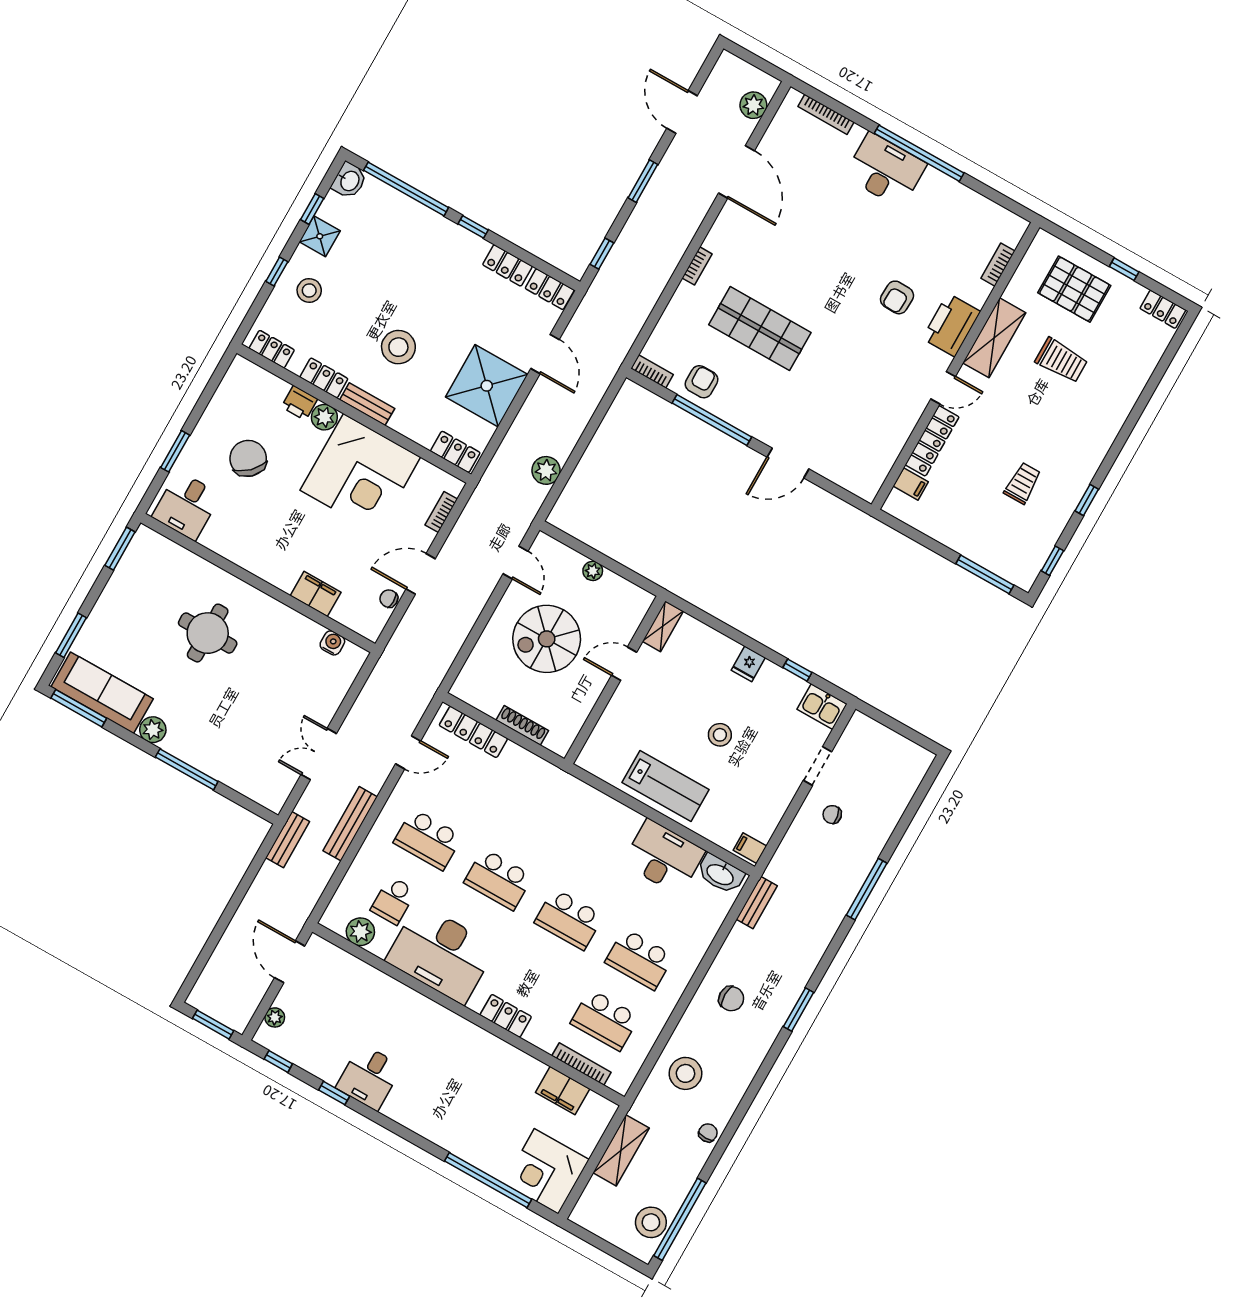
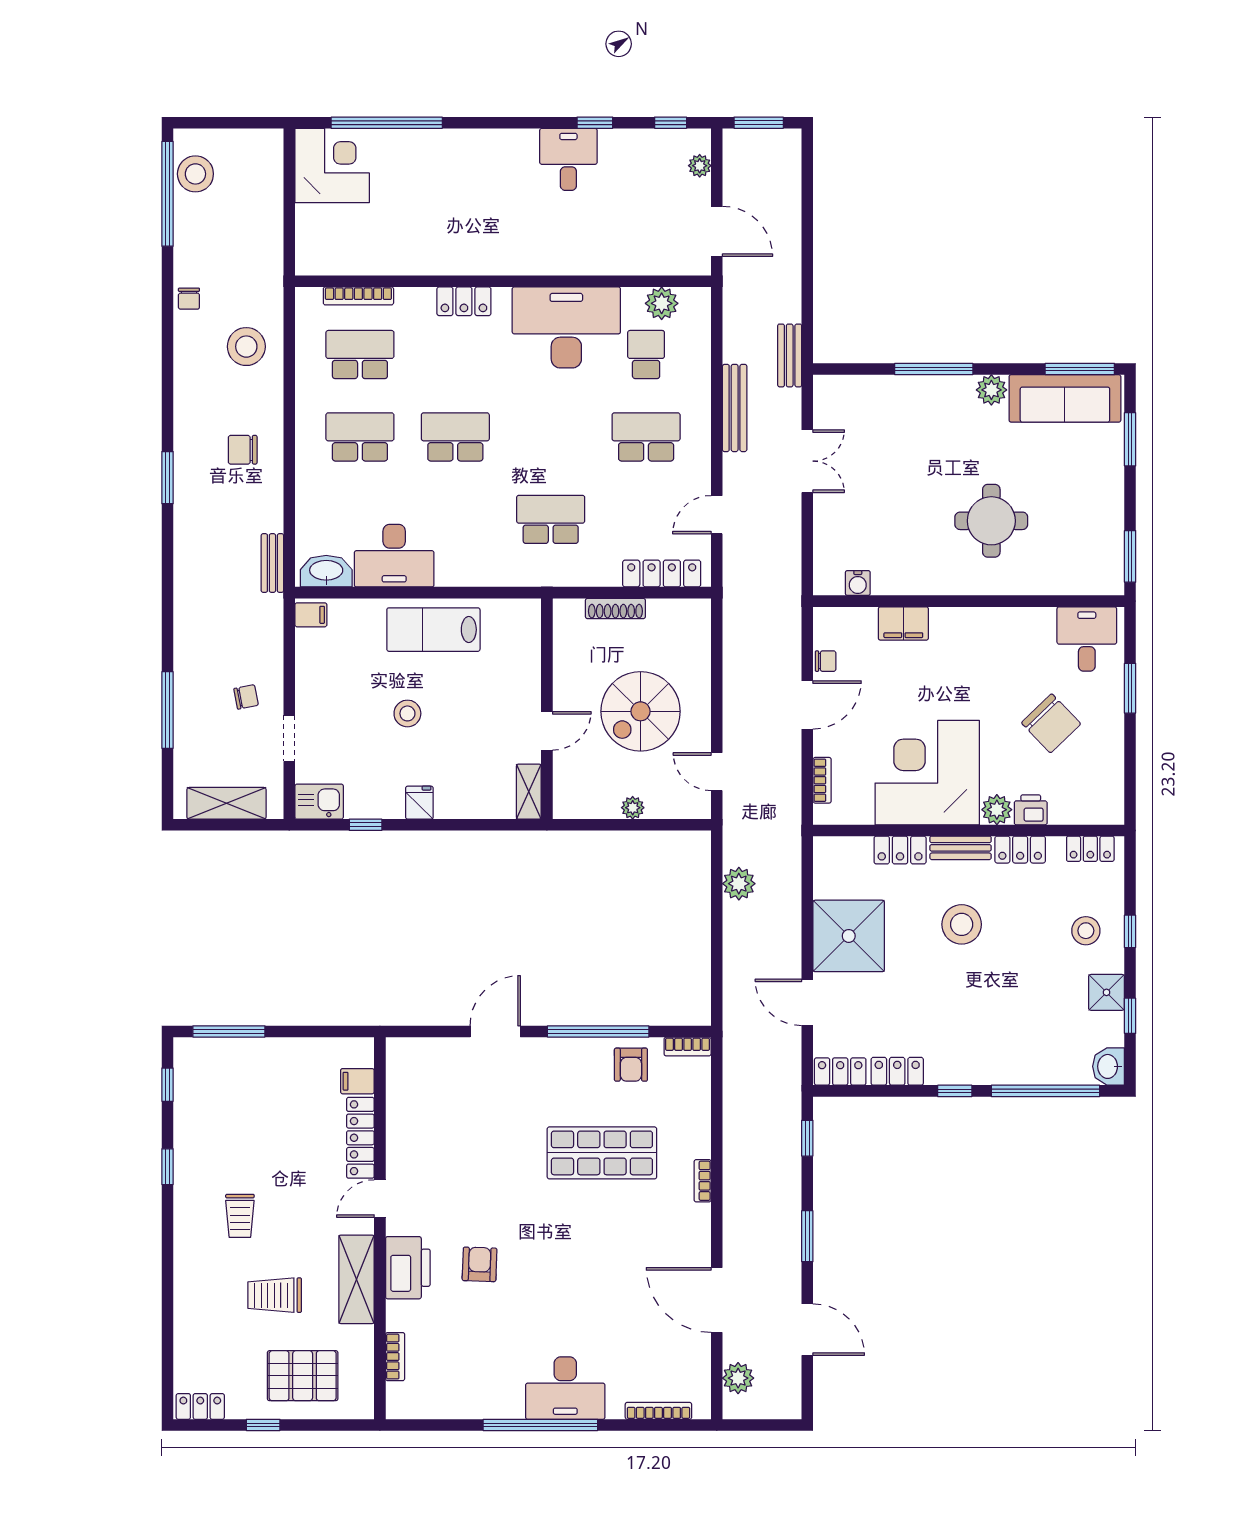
locker: (455, 452) -> (900, 850), moved
trolley: (1023, 483) -> (240, 1216), moved
spiral stairs: (547, 639) -> (641, 711), turned 180
school desk: (498, 879) -> (551, 519), moved
window: (867, 889) -> (168, 710), moved
filing cabinet: (563, 1091) -> (362, 258), removed
shelving: (621, 1150) -> (227, 803), moved, turned 90

